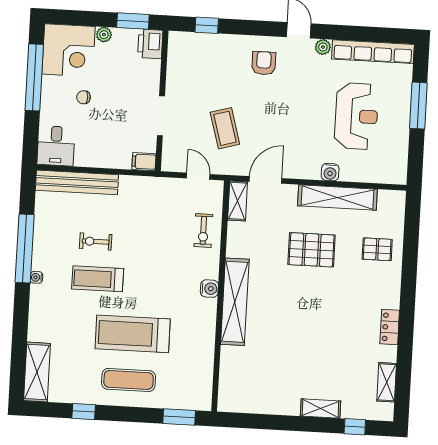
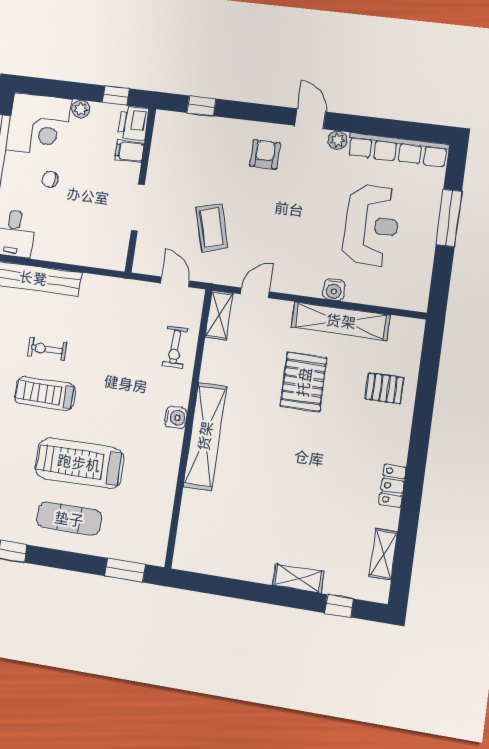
window: (133, 21) -> (116, 96), width x0.67
filing cabinet: (144, 162) -> (129, 151), moved
door: (265, 180) -> (255, 293), width x0.73
pallet: (312, 250) -> (304, 382), turned 90

